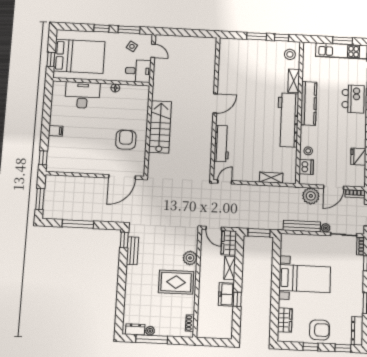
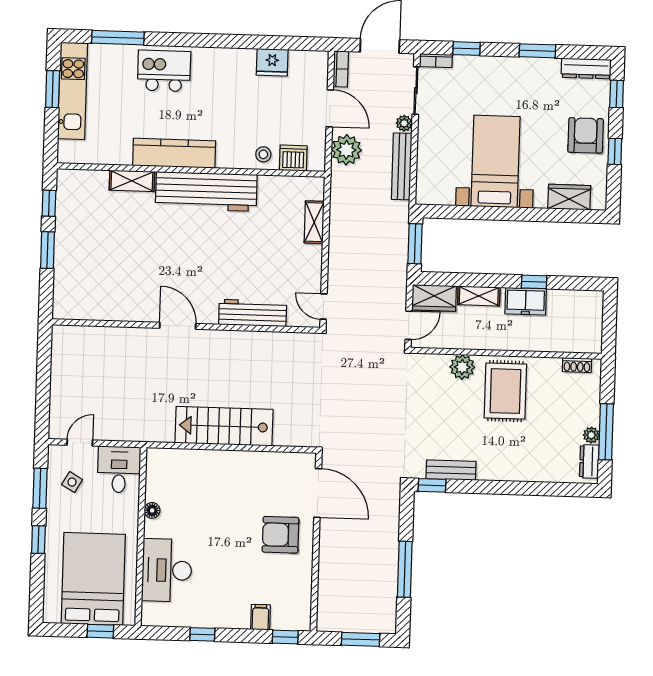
stool: (290, 54) -> (81, 188), removed
window: (47, 113) -> (202, 634), added
filing cabinet: (56, 131) -> (260, 617), moved
armchair: (126, 140) -> (280, 535), moved

